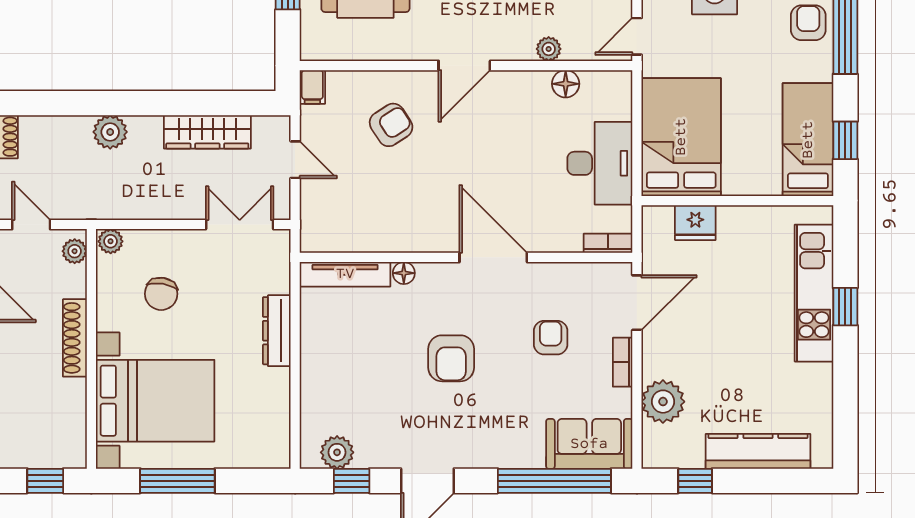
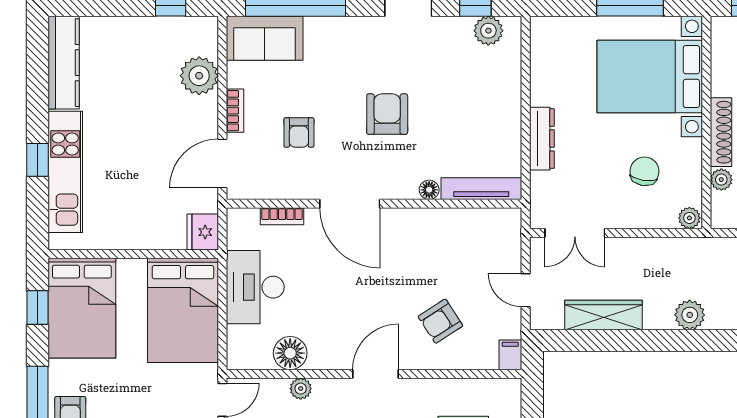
floor lamp: (566, 84) -> (290, 353), width x1.38, depth x1.38
bed: (808, 140) -> (82, 308), width x1.50
fridge: (695, 223) -> (203, 232), moved, turned -90
bookcase: (608, 243) -> (282, 216), moved
plant: (75, 251) -> (721, 180), moved
kitchen counter: (758, 451) -> (64, 63), moved, turned -90

